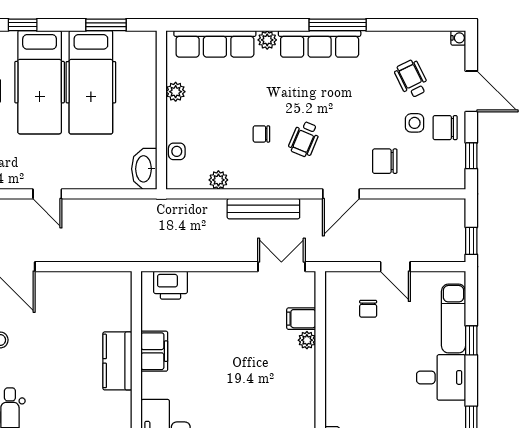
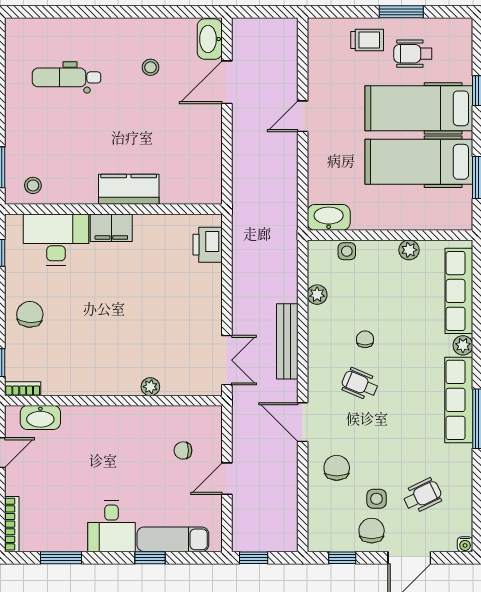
filing cabinet: (301, 319) -> (173, 381), removed
filing cabinet: (154, 351) -> (111, 228), moved

